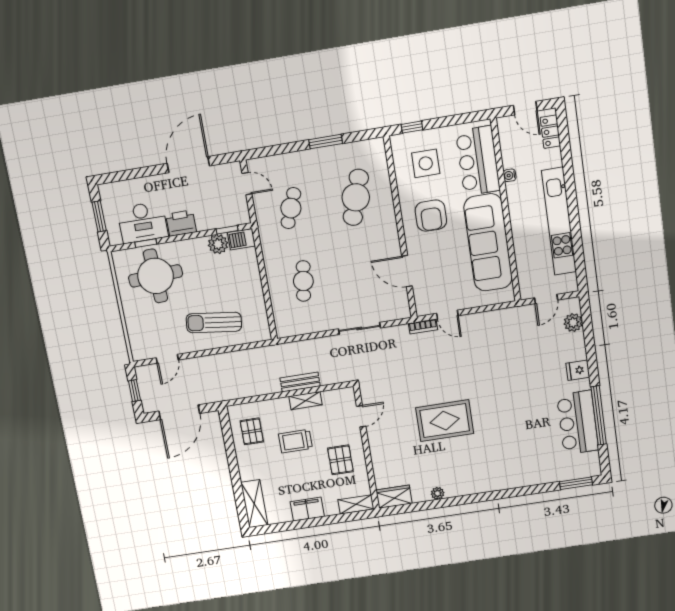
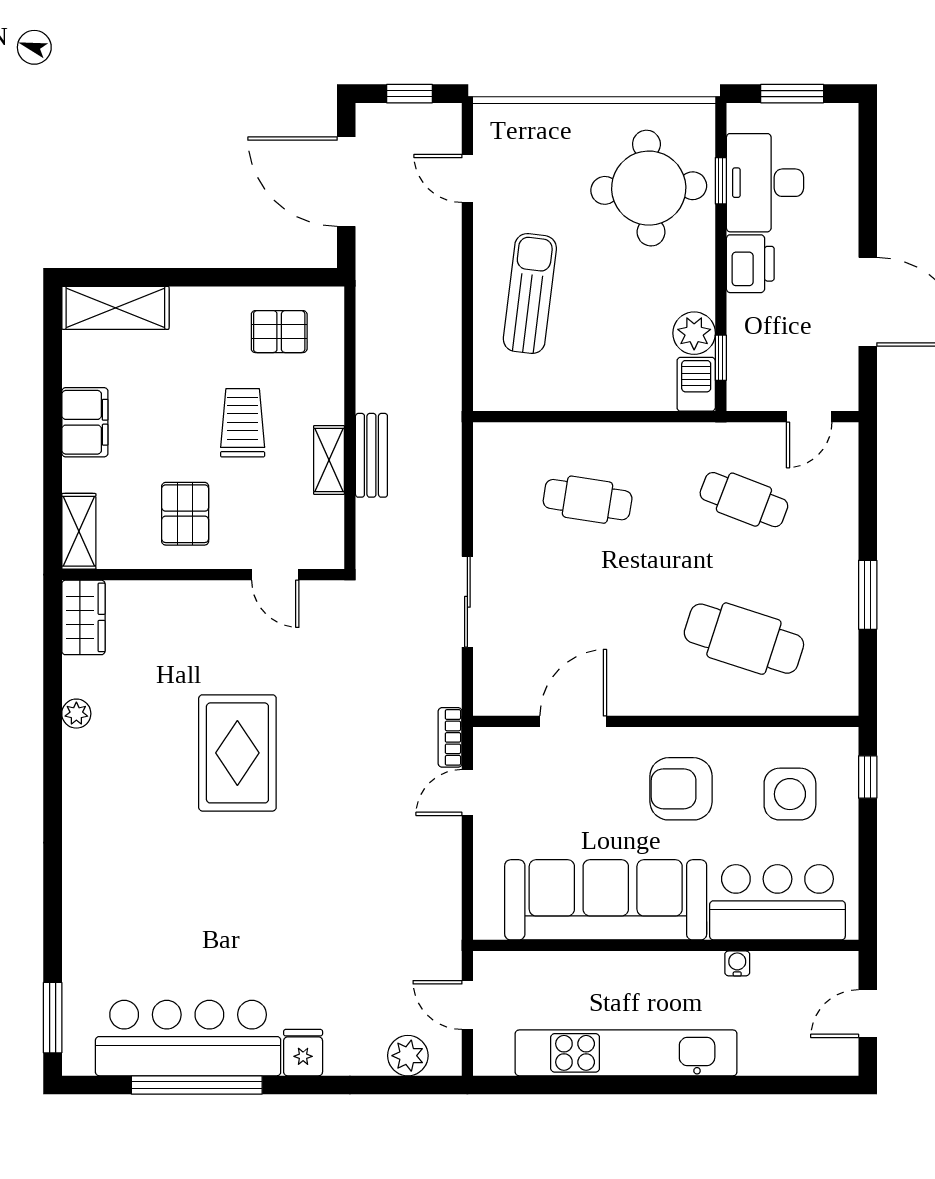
locker: (550, 132) -> (812, 1059), removed
bar counter: (578, 423) -> (188, 1038), width x1.36
pallet: (340, 460) -> (185, 514), turned 90

